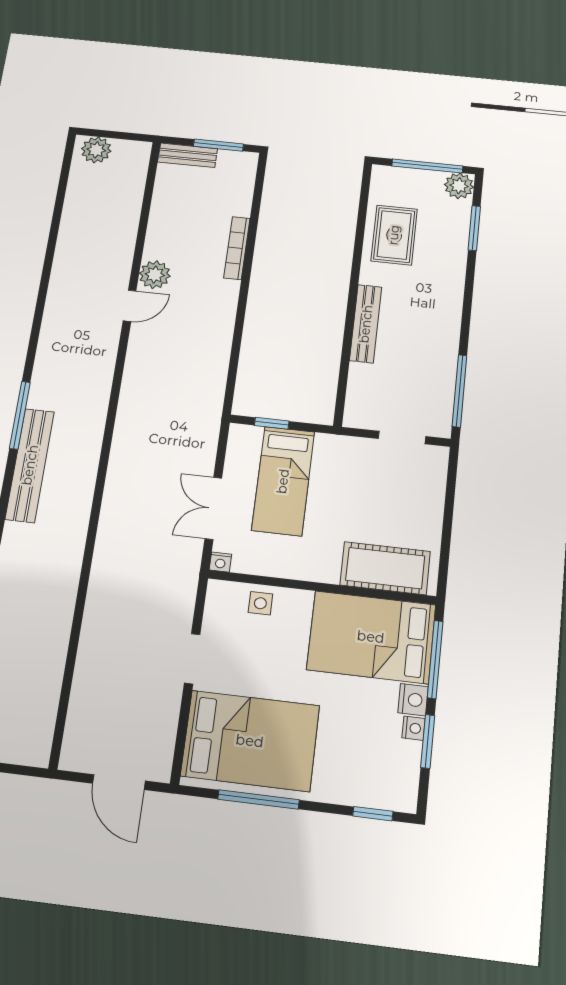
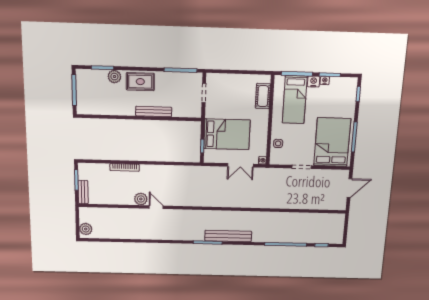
plant: (459, 186) -> (114, 77), moved
rug: (394, 235) -> (140, 82), moved
bed: (283, 481) -> (227, 134), width x1.50
cot: (385, 568) -> (263, 96), width x0.73, depth x0.75
bed: (371, 637) -> (295, 100), width x0.67

